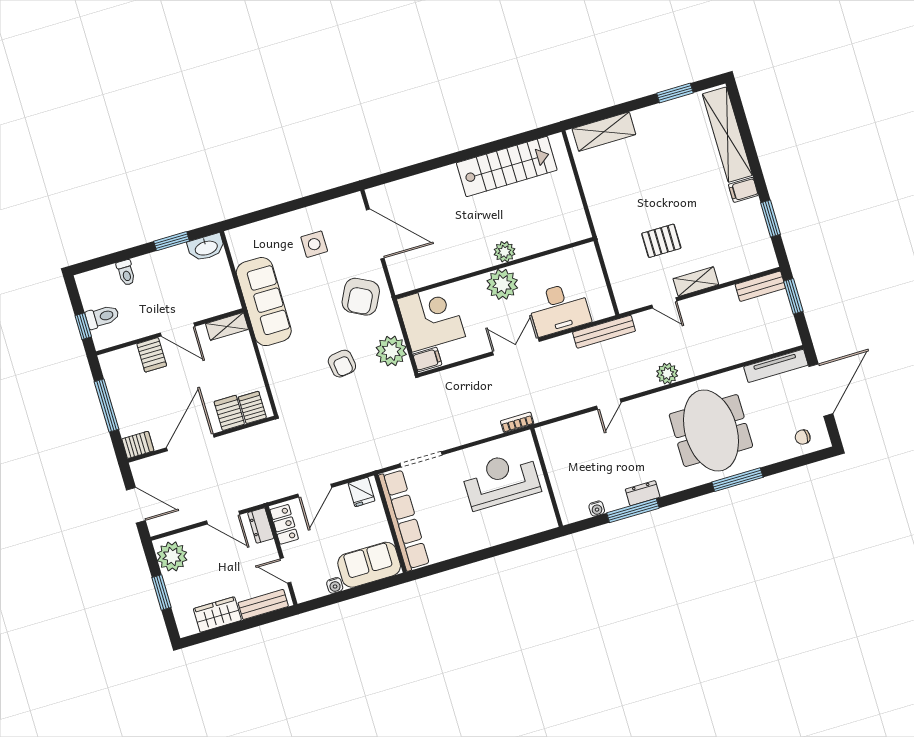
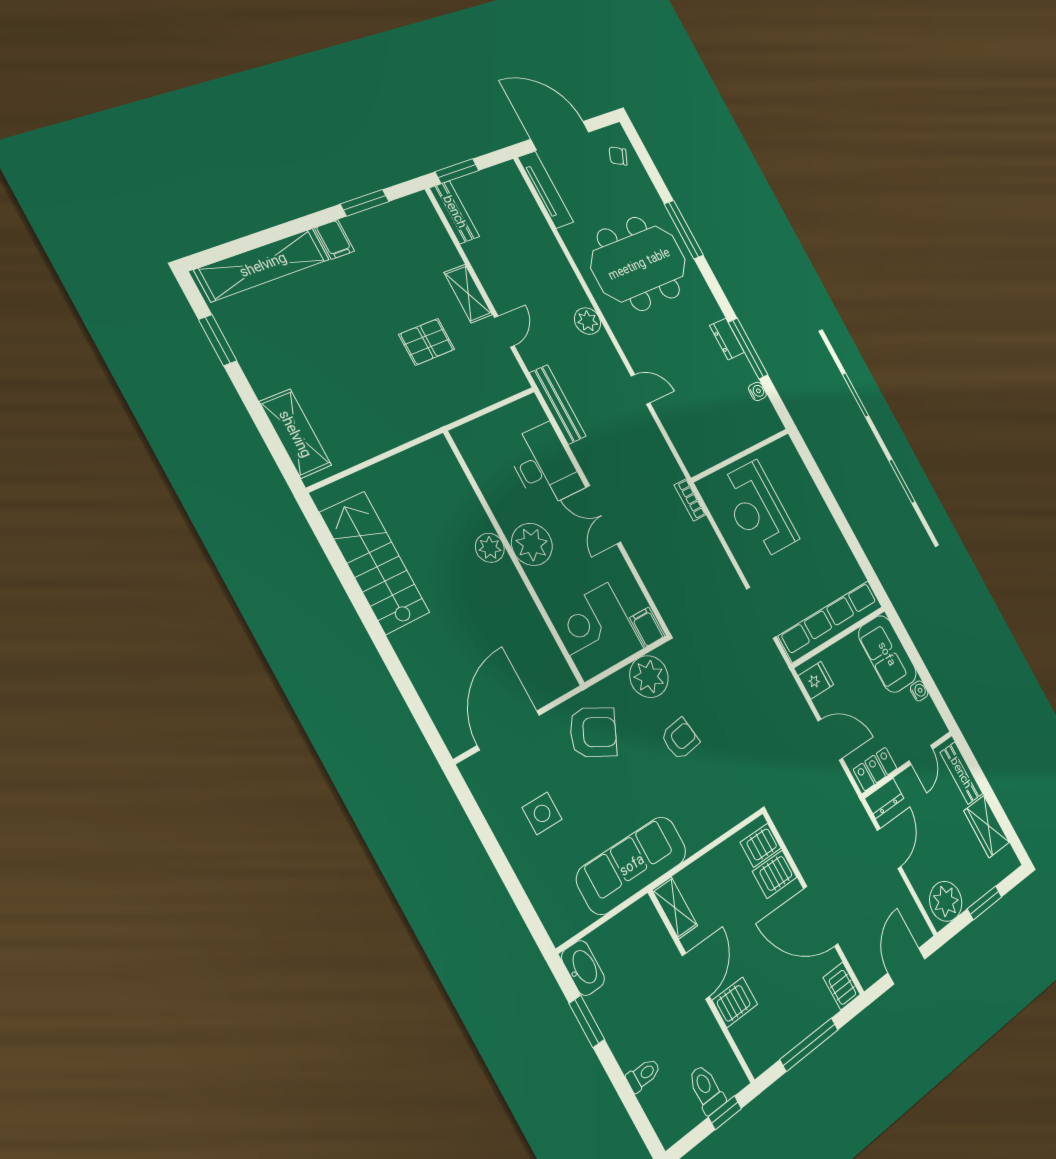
pallet: (661, 241) -> (427, 342), turned 90
chair: (803, 437) -> (618, 156), turned 116

